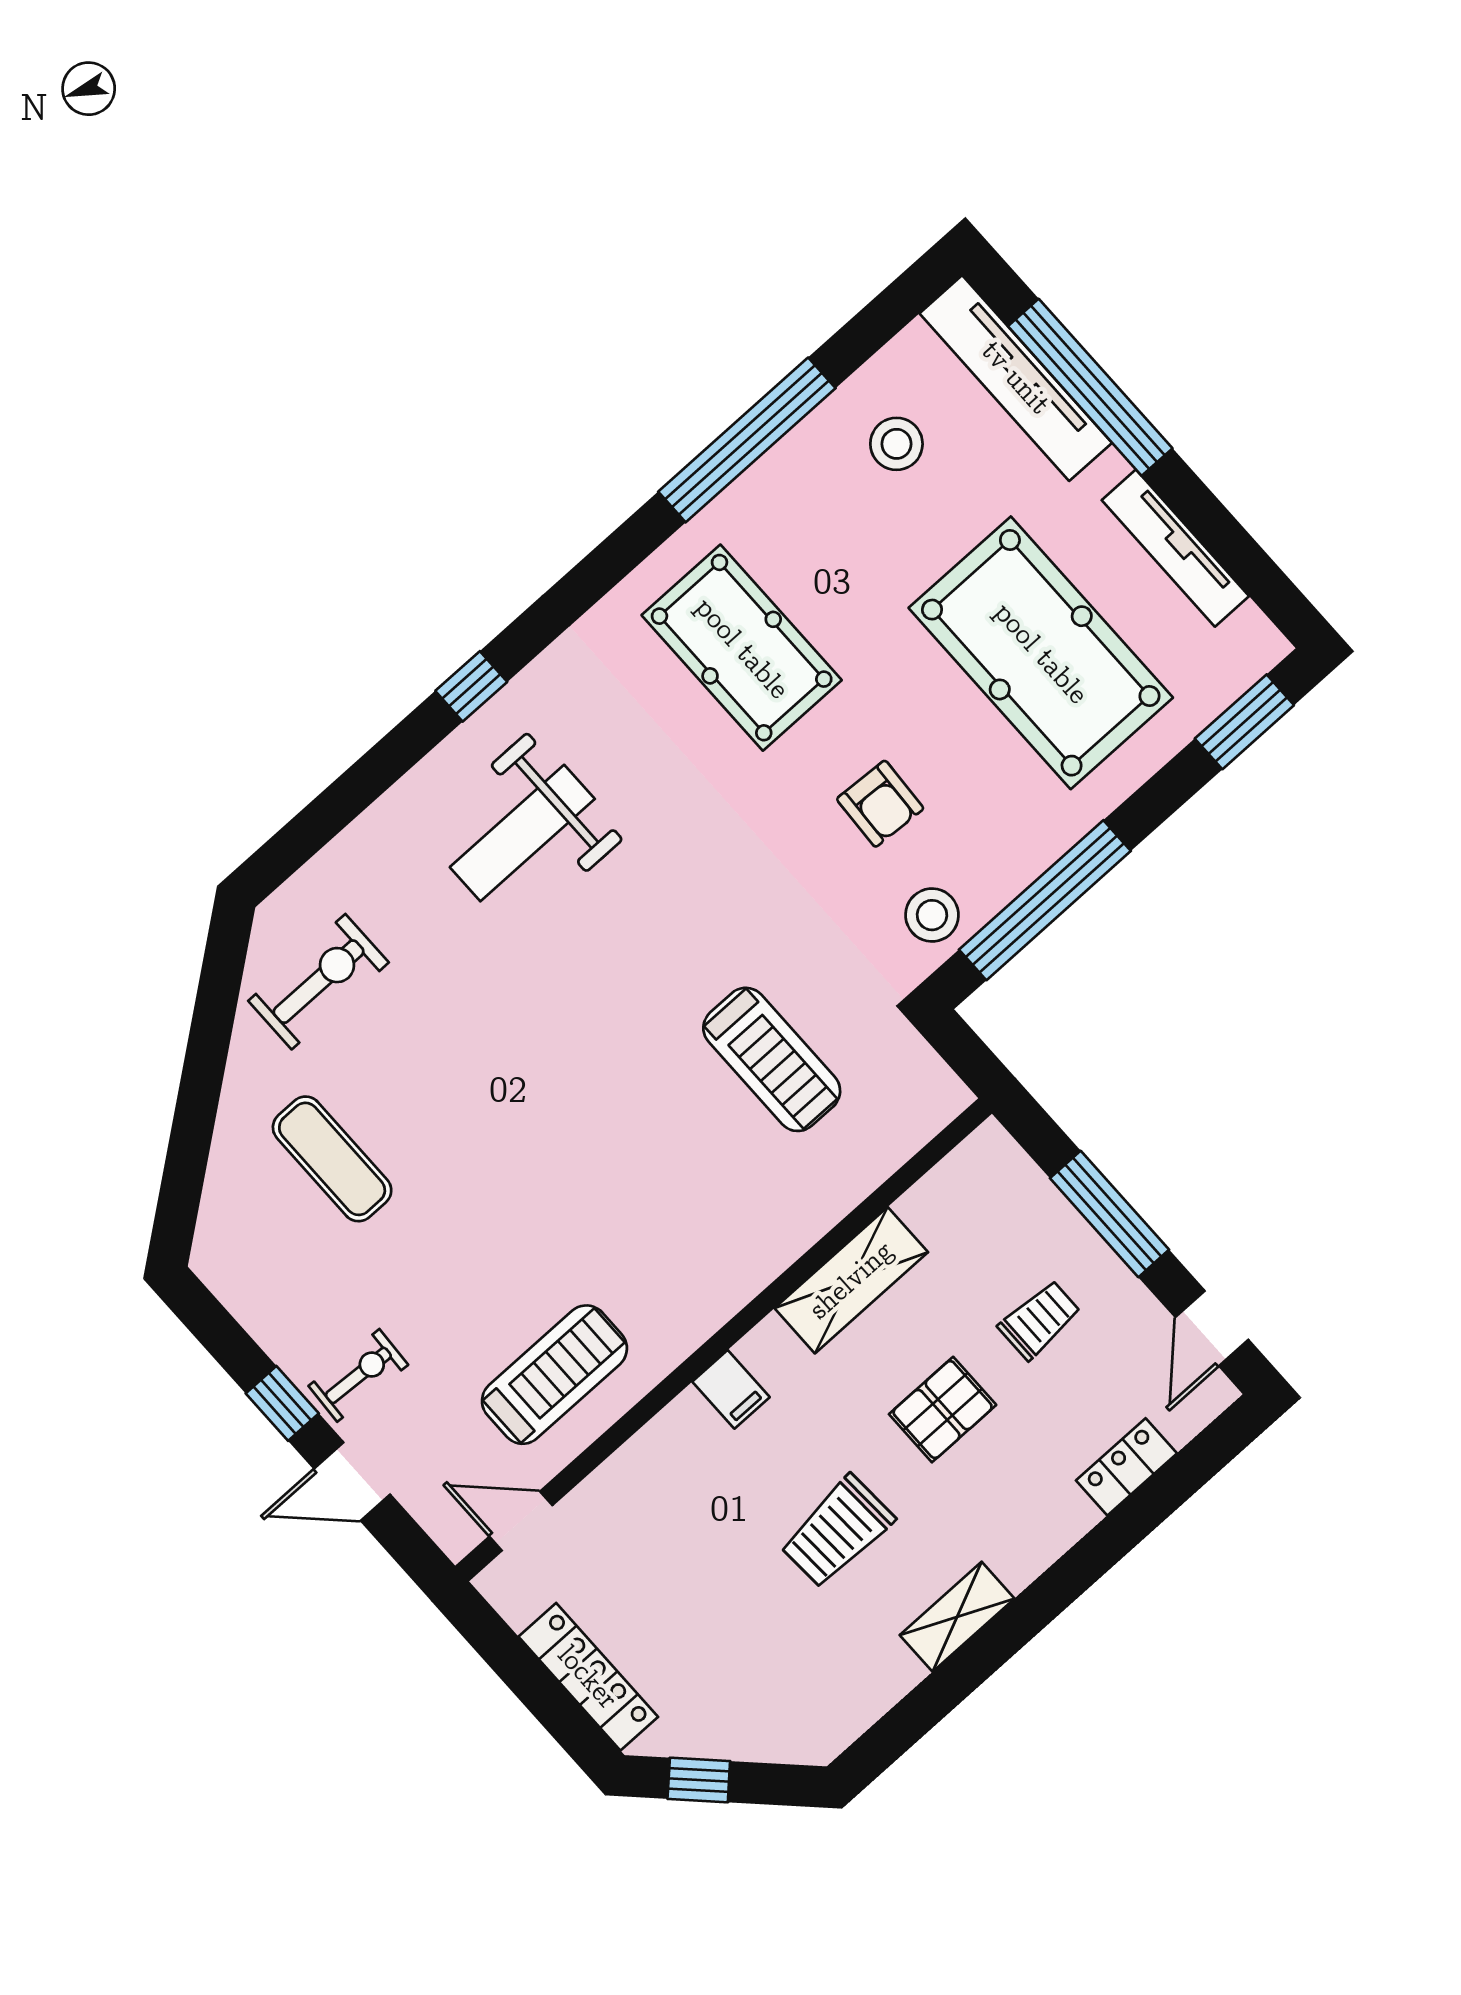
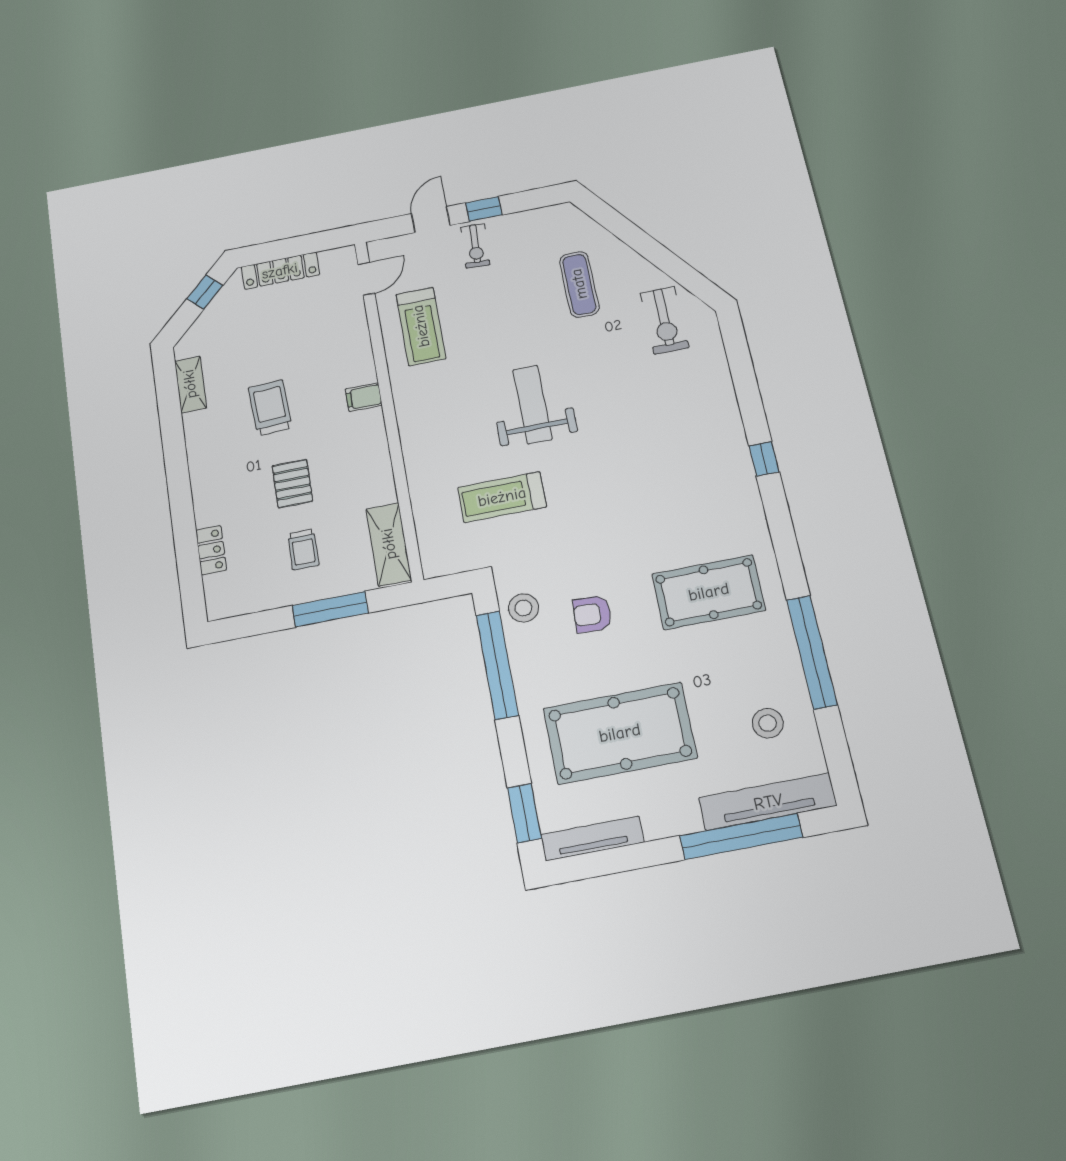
tv unit: (1175, 548) -> (592, 838), moved
weight bench: (522, 833) -> (532, 404), moved
exercise mat: (332, 1159) -> (579, 284), turned 90
shelving: (851, 1280) -> (389, 544), moved
door: (1212, 1328) -> (247, 625), removed
shelving: (957, 1617) -> (190, 384), moved

